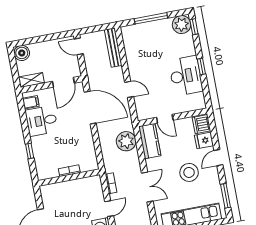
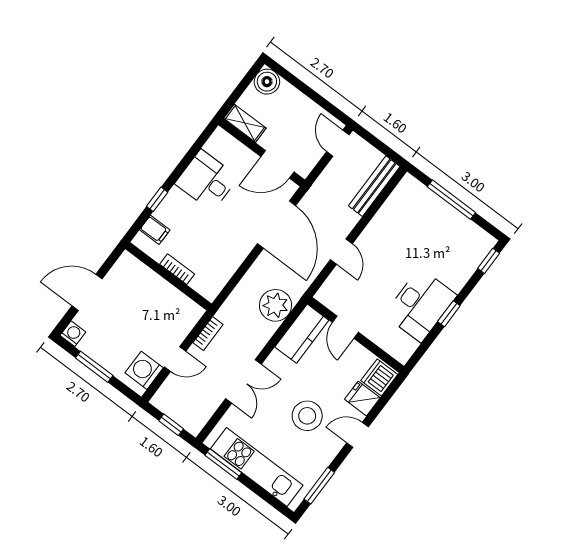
plant: (182, 25) -> (478, 243), removed
filing cabinet: (31, 102) -> (155, 230), moved

